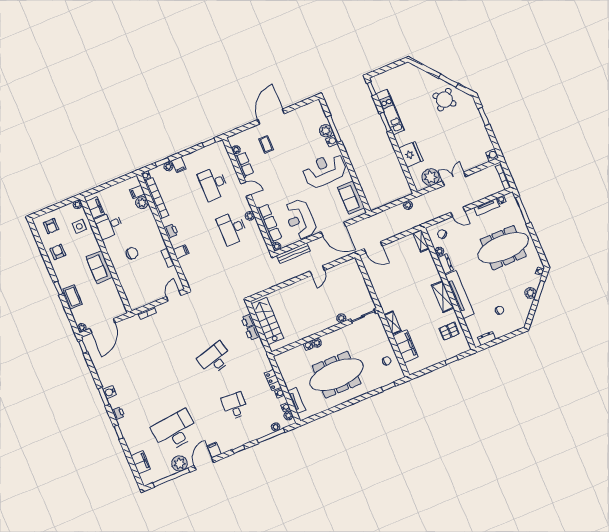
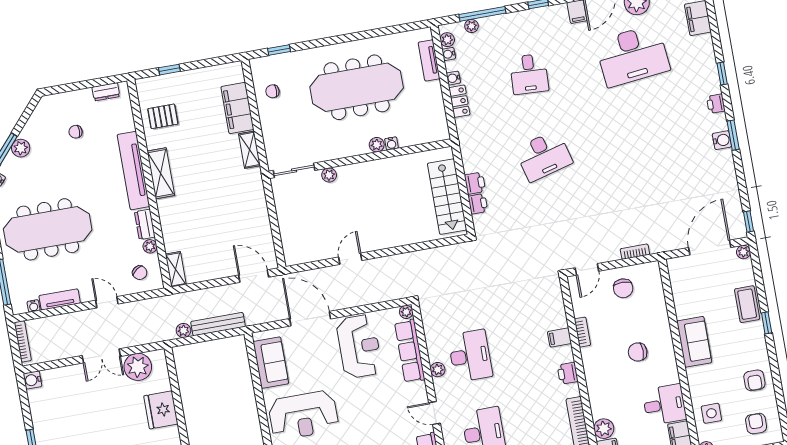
bench: (293, 253) -> (218, 324), moved
chair: (149, 290) -> (623, 288), added

